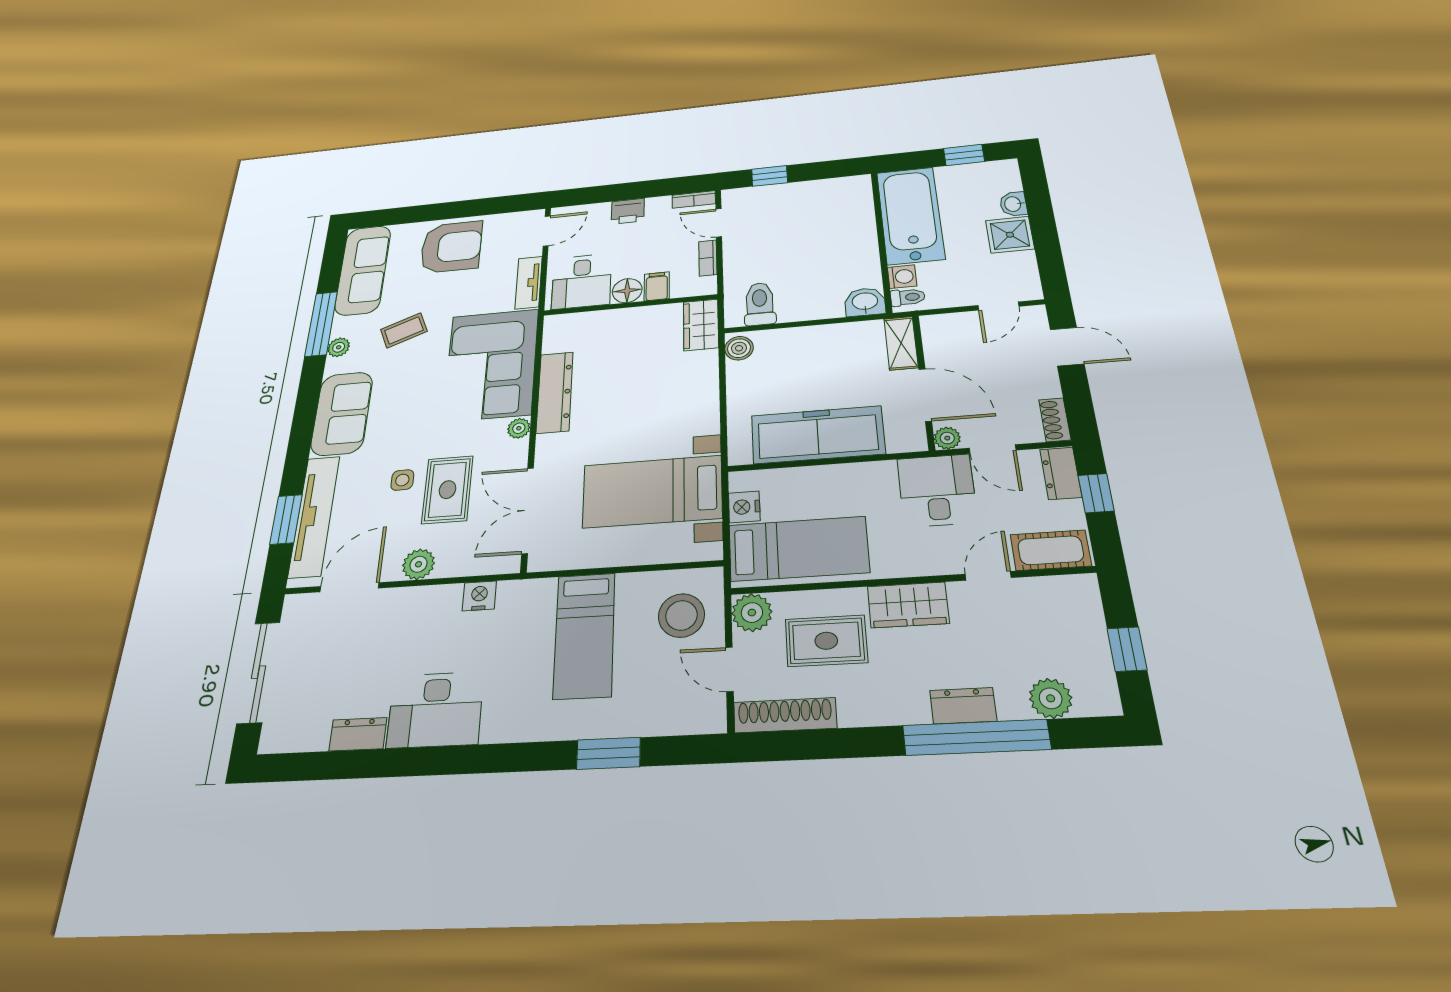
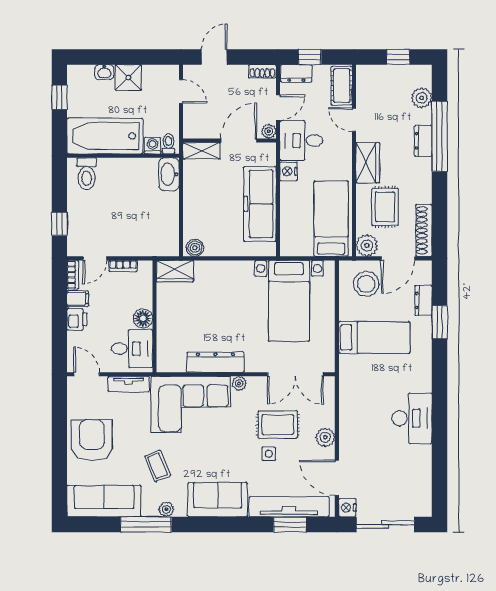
filing cabinet: (657, 286) -> (78, 299), moved, turned 180
washbasin: (865, 302) -> (169, 174), width x1.38
toilet: (760, 304) -> (87, 174), moved, turned -90
nightstand: (744, 507) -> (289, 171), moved, turned 90
nightstand: (479, 596) -> (347, 508), moved
door: (729, 669) -> (398, 258), width x1.38
dresser: (358, 734) -> (423, 300), moved

